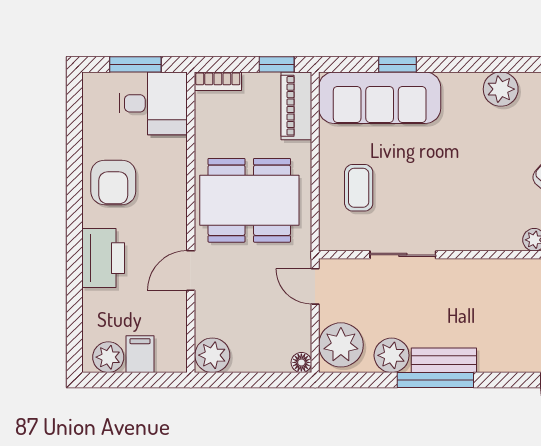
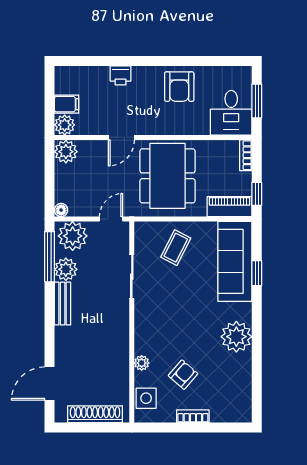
plant: (501, 89) -> (236, 337), width x1.36, depth x1.36
armchair: (113, 182) -> (179, 87), turned -90
coffee table: (359, 188) -> (176, 248), turned -63
printer: (103, 258) -> (121, 75), width x0.53, depth x0.68
door: (191, 271) -> (121, 137), swing flipped
plant: (108, 357) -> (65, 125), moved
window: (435, 380) -> (50, 257), moved

